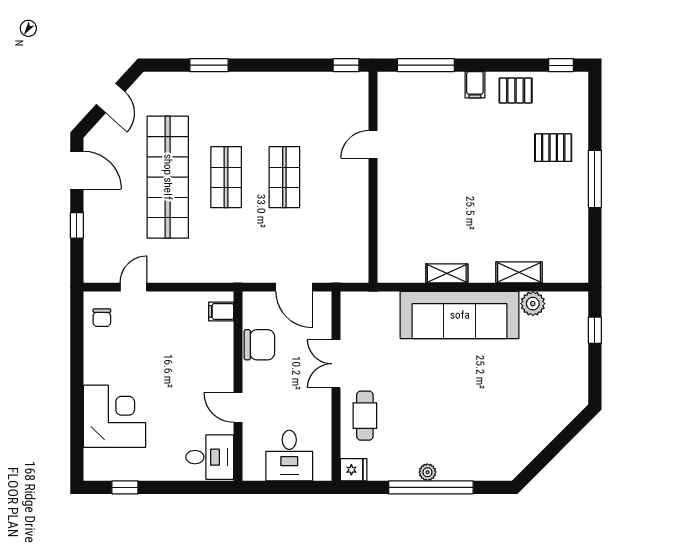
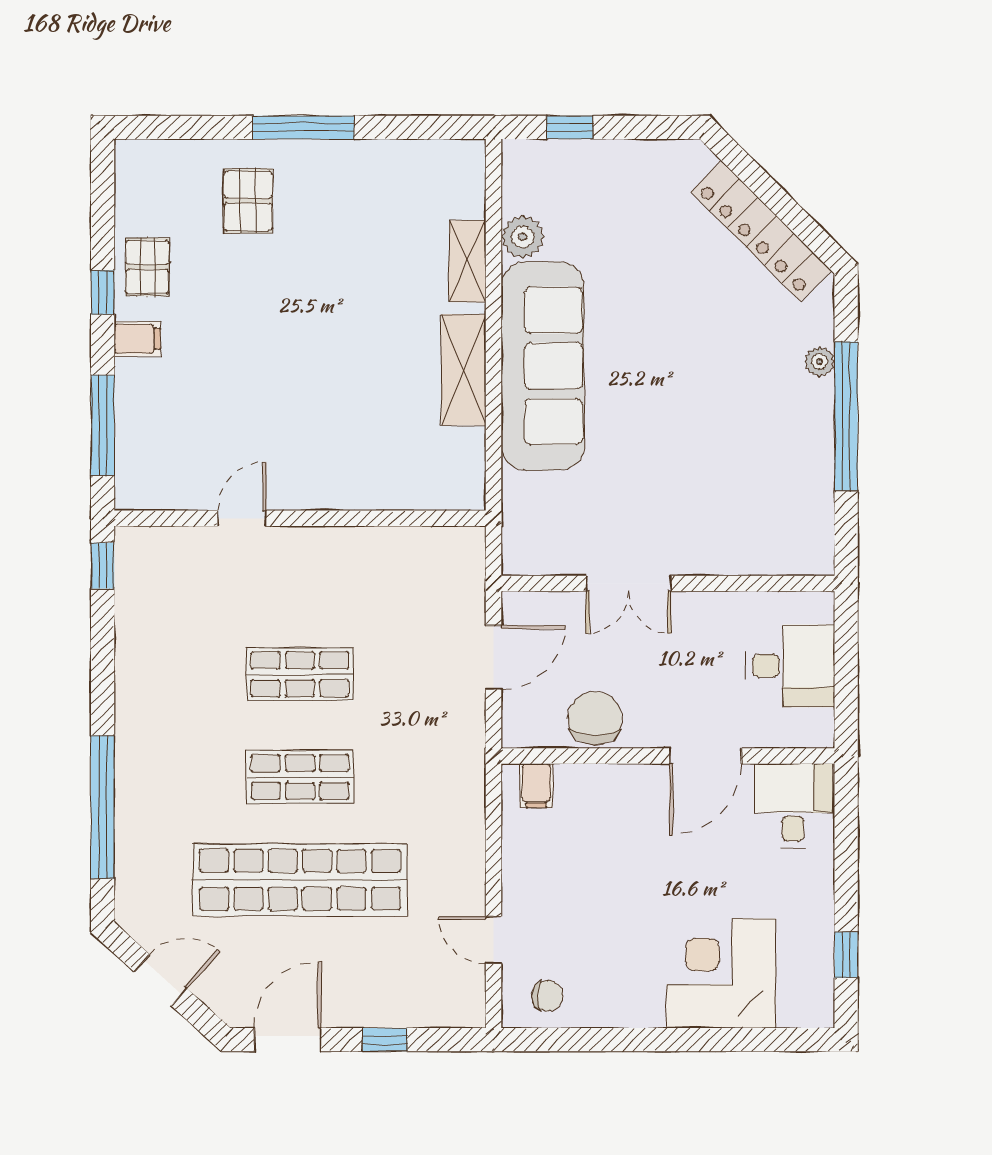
window: (209, 65) -> (103, 807), width x2.11
window: (561, 65) -> (103, 292), moved
door: (373, 144) -> (242, 518), swing flipped
shelving: (447, 273) -> (464, 370), width x1.50, depth x1.33
door: (238, 407) -> (705, 756), width x1.38
cafe table: (365, 416) -> (720, 533), removed
locker: (536, 439) -> (761, 231), added
fridge: (354, 470) -> (815, 552), removed
plant: (427, 472) -> (820, 362), moved

